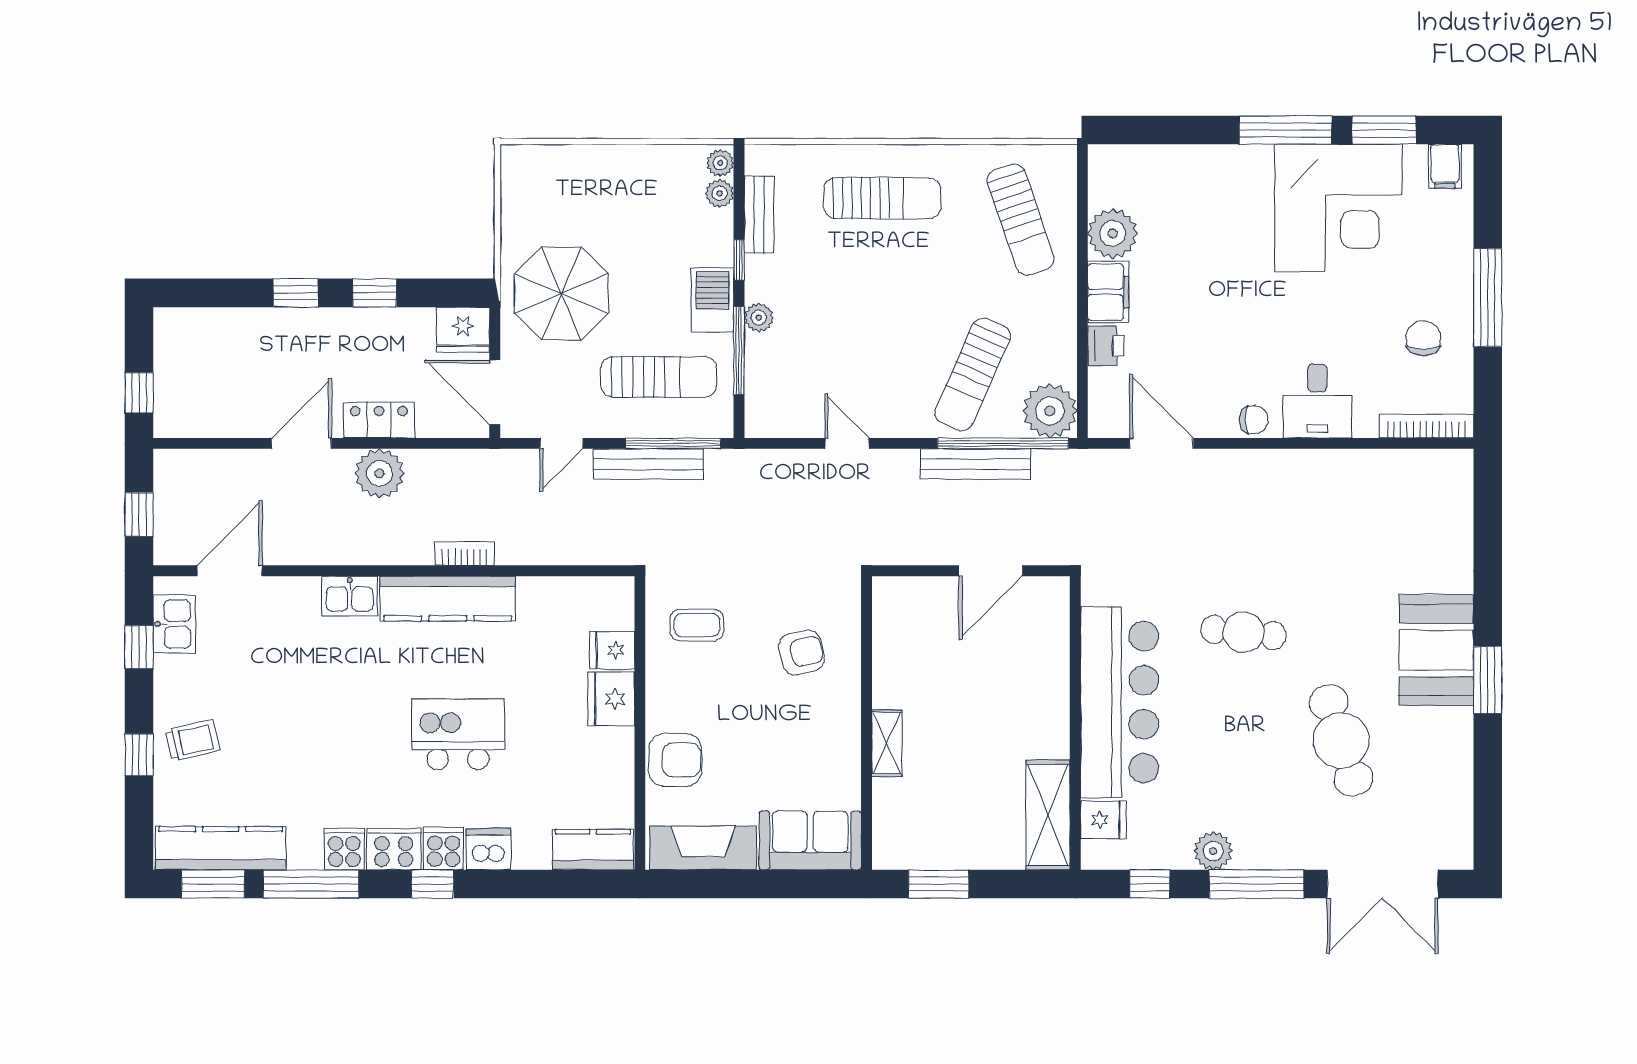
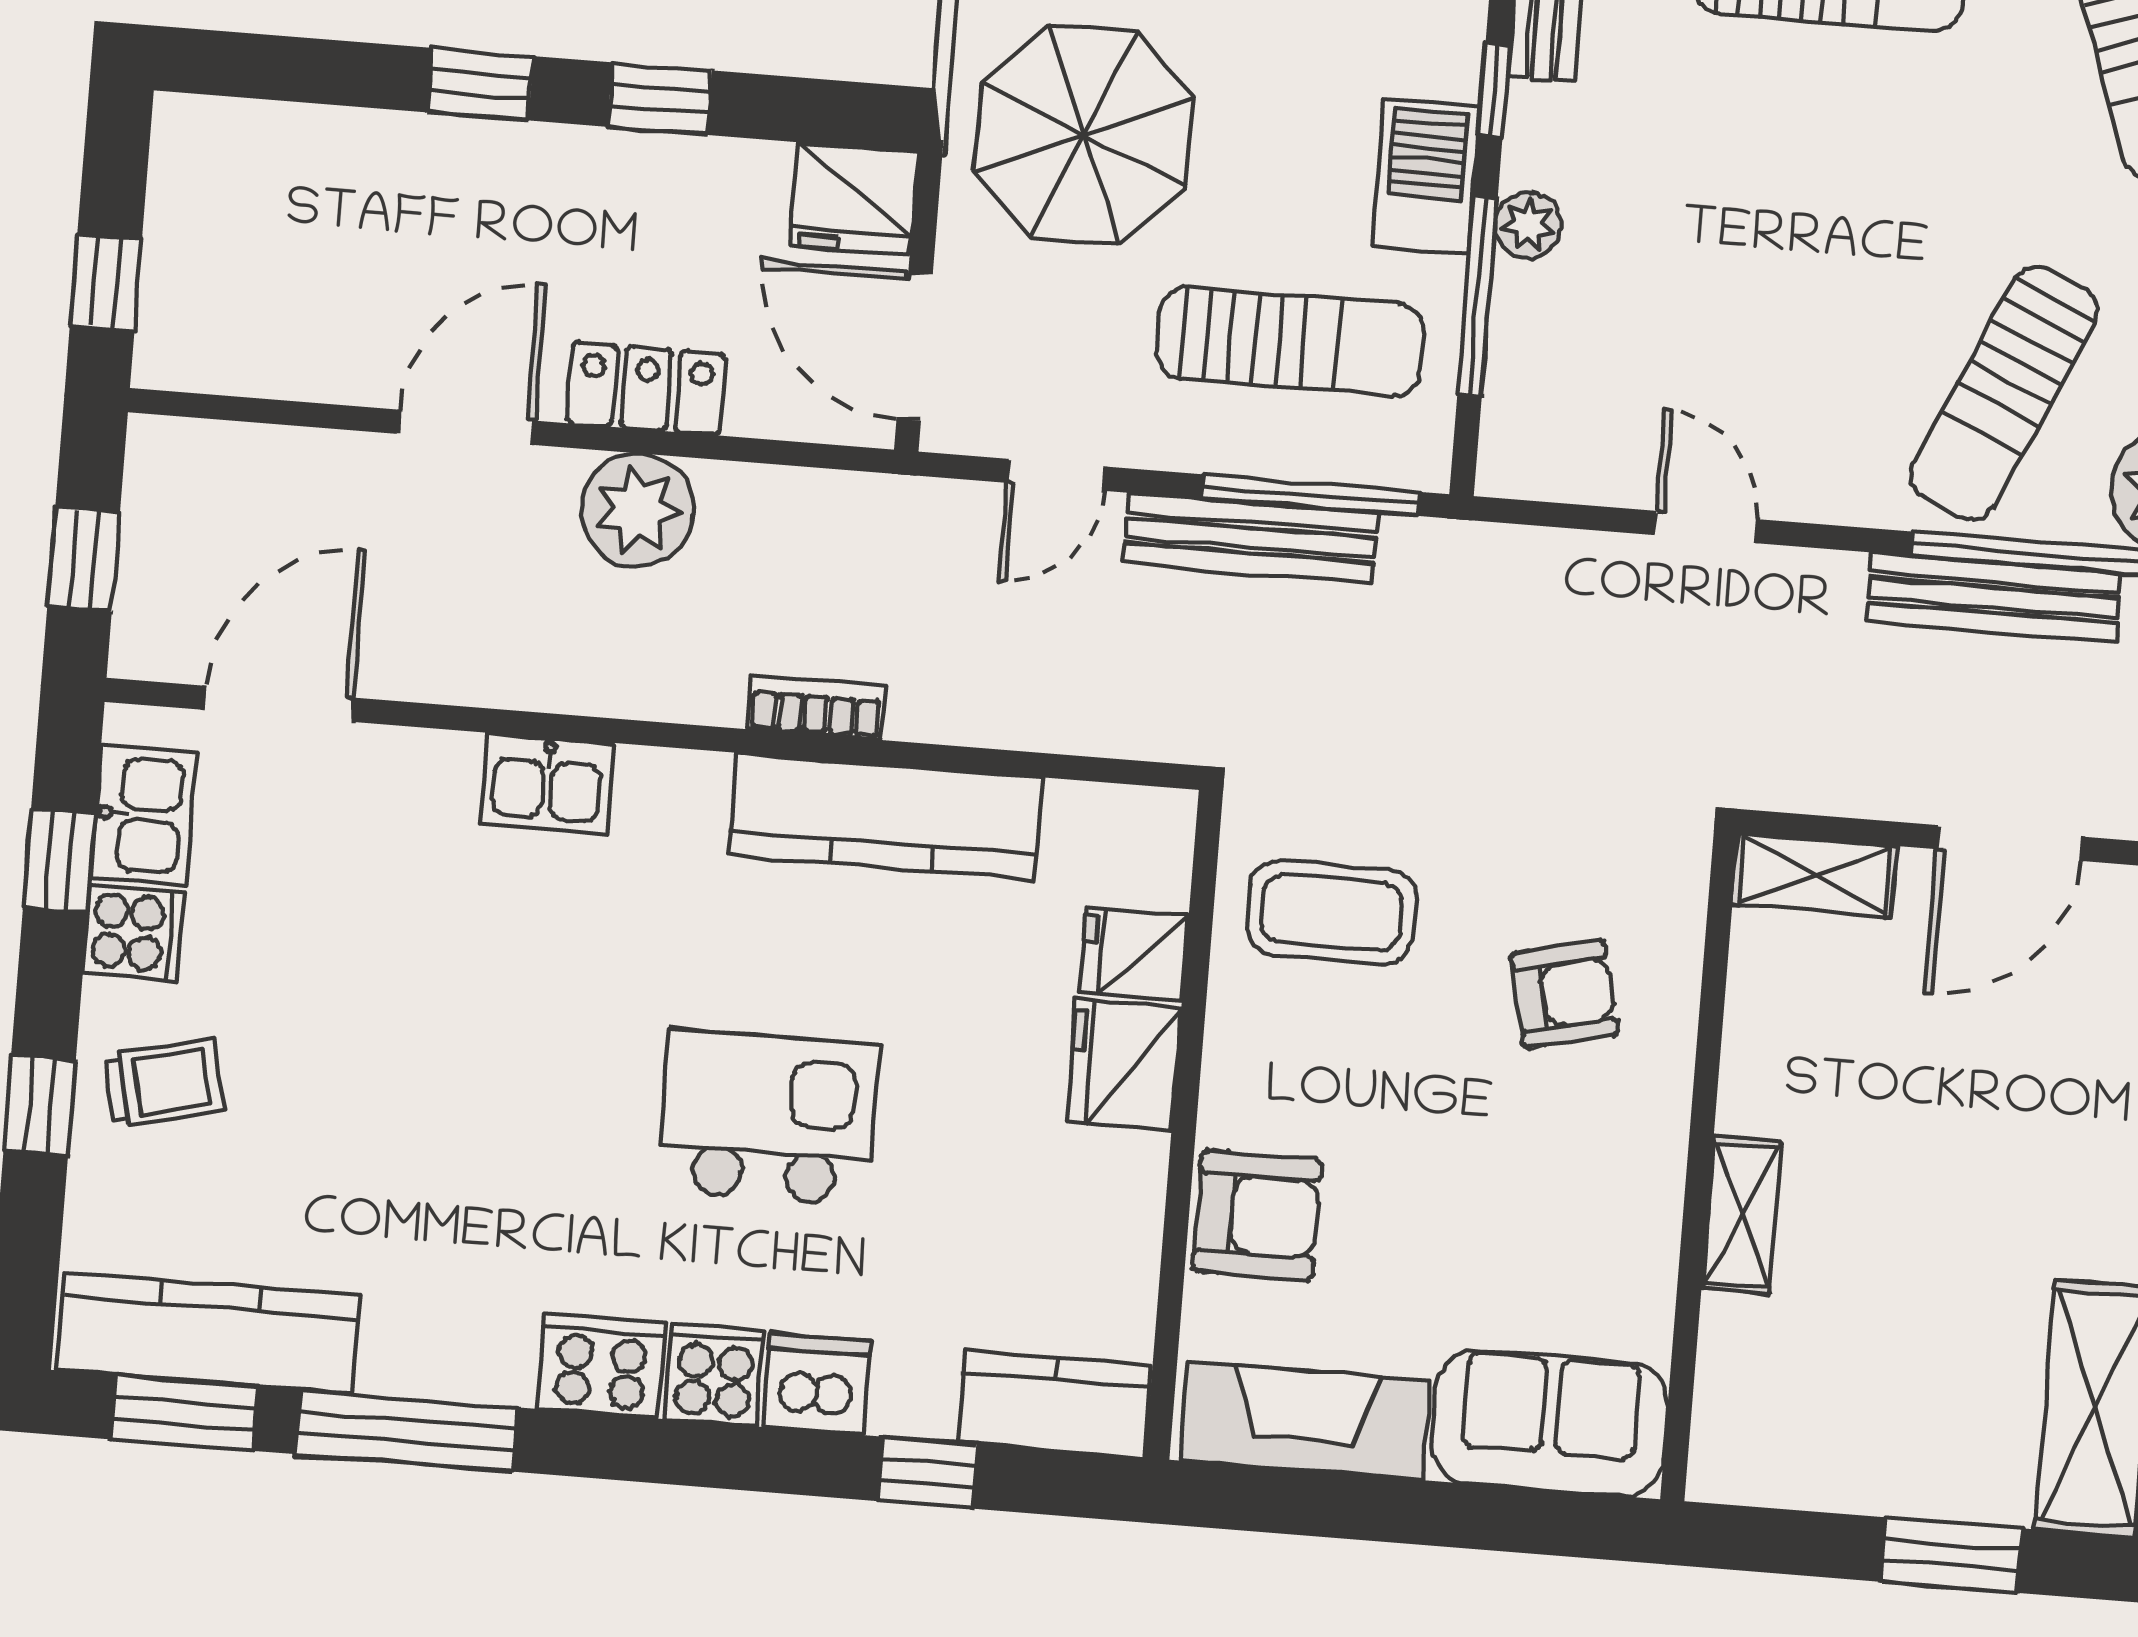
shelving: (907, 592) -> (1815, 876), added
kitchen counter: (448, 599) -> (885, 816), moved
coffee table: (697, 625) -> (1331, 912), width x1.36, depth x1.30
cooker: (344, 849) -> (134, 932), moved, turned 90
window: (433, 884) -> (927, 1473), moved
window: (939, 884) -> (1952, 1555), moved

